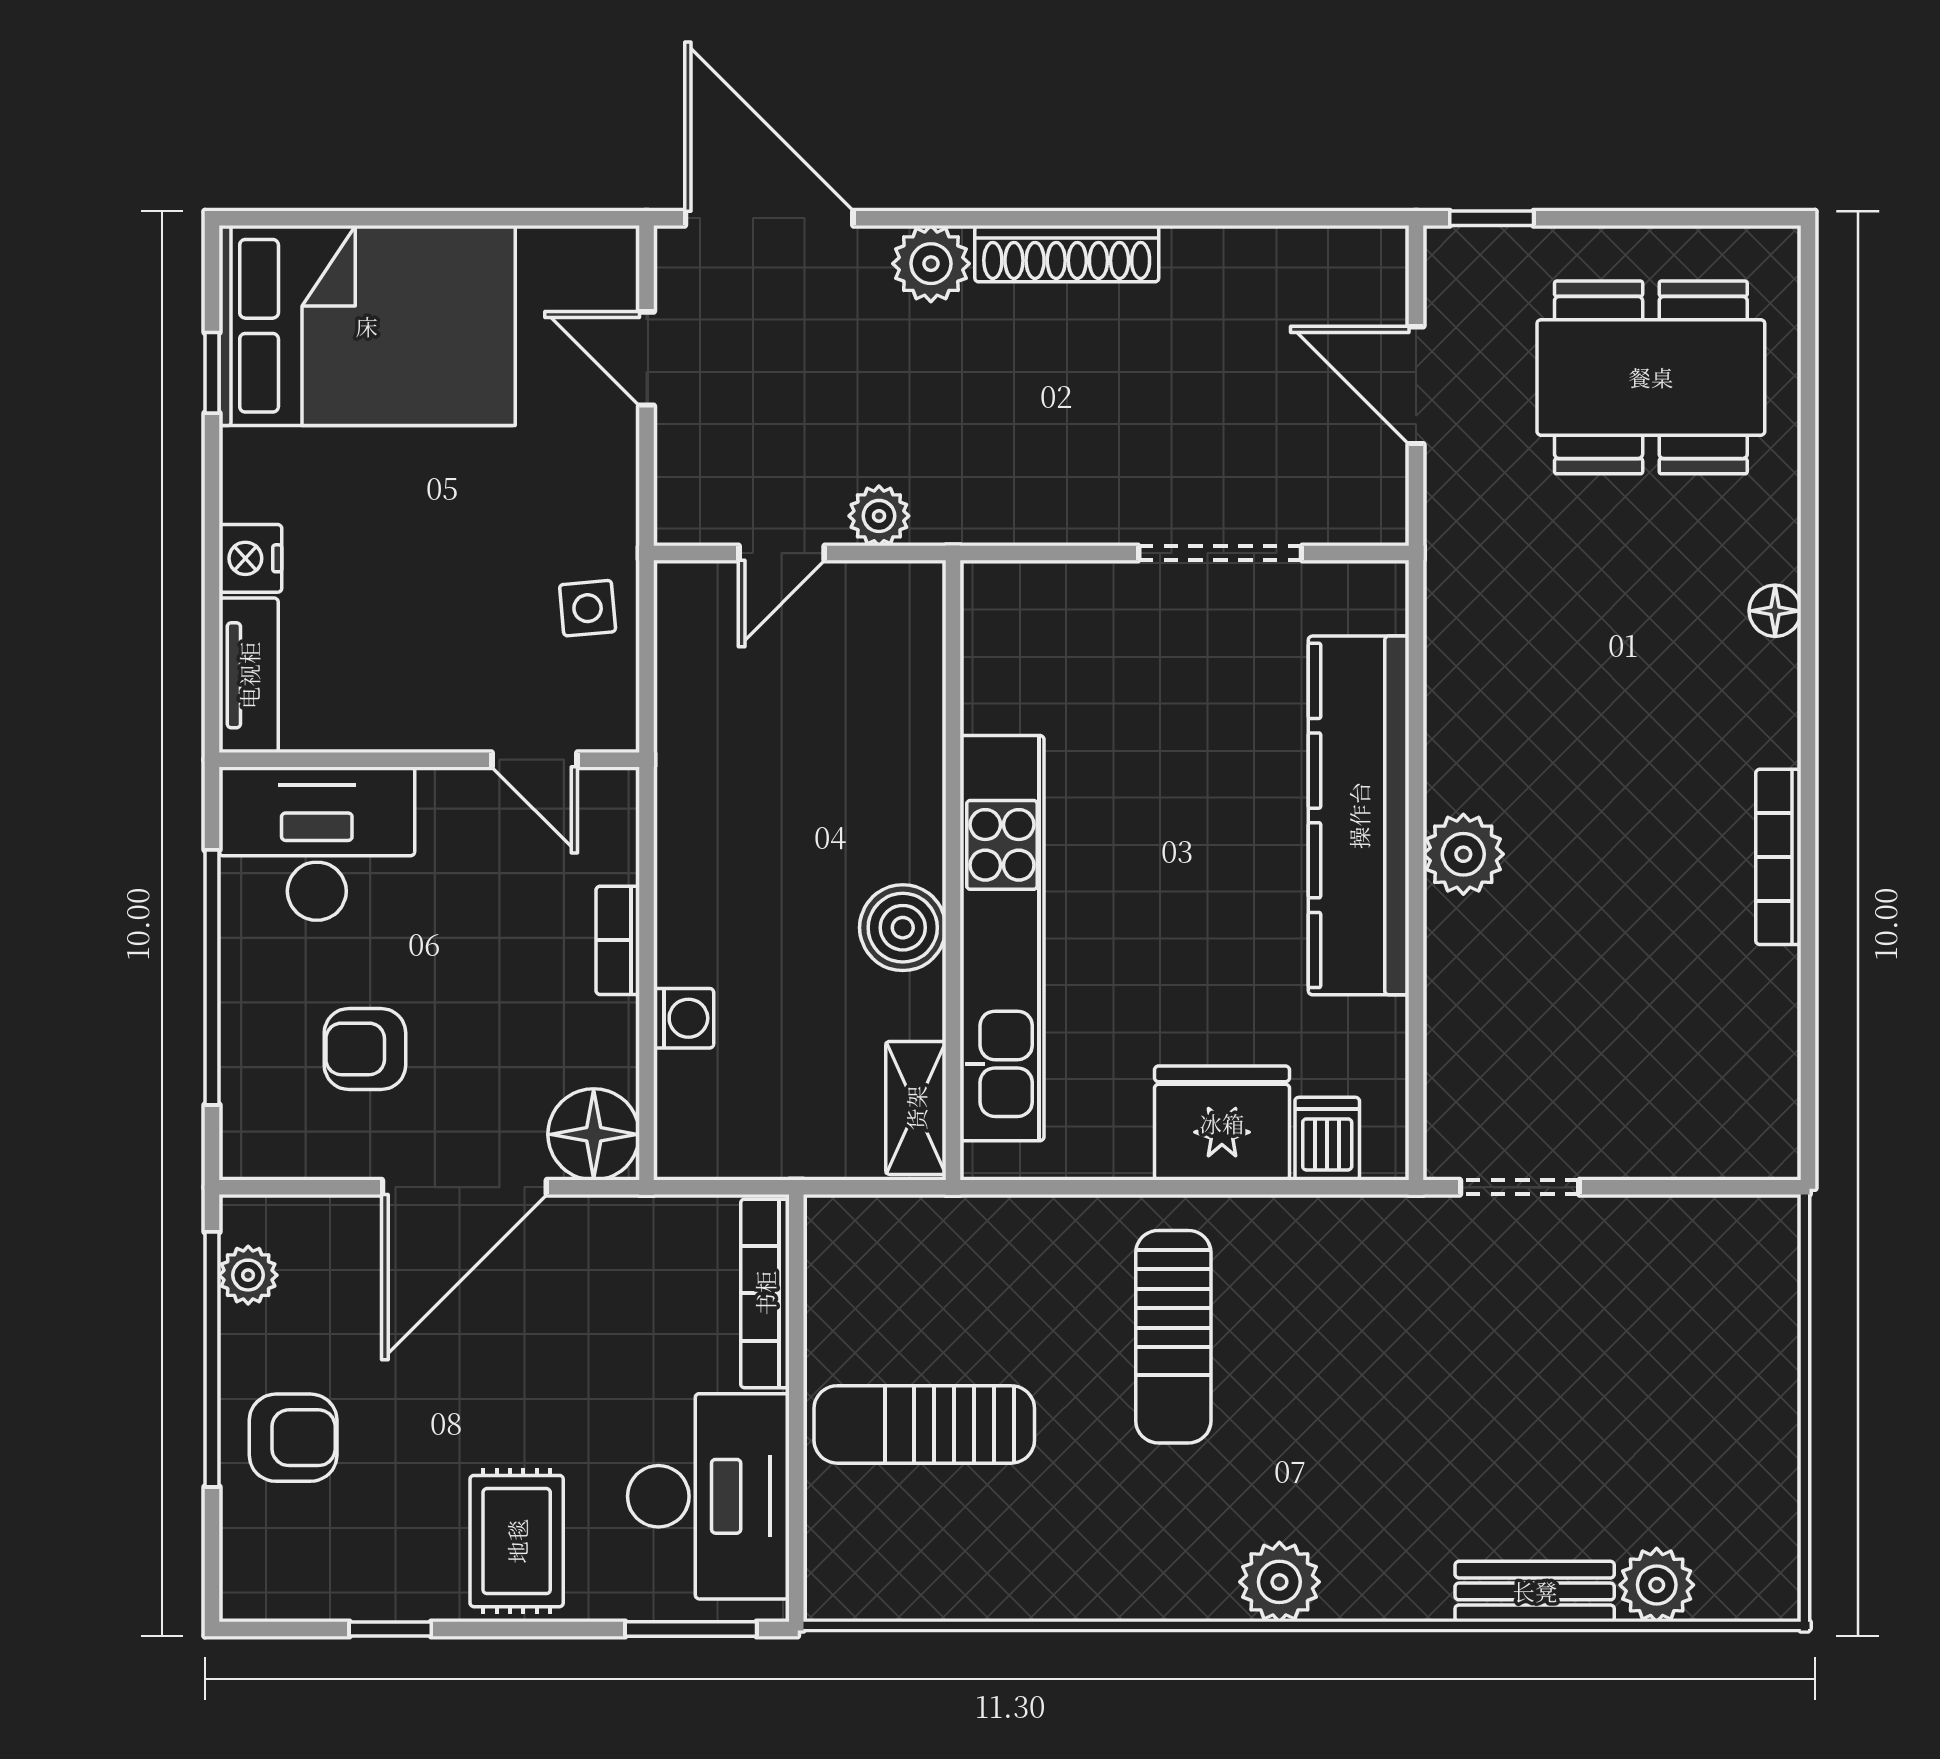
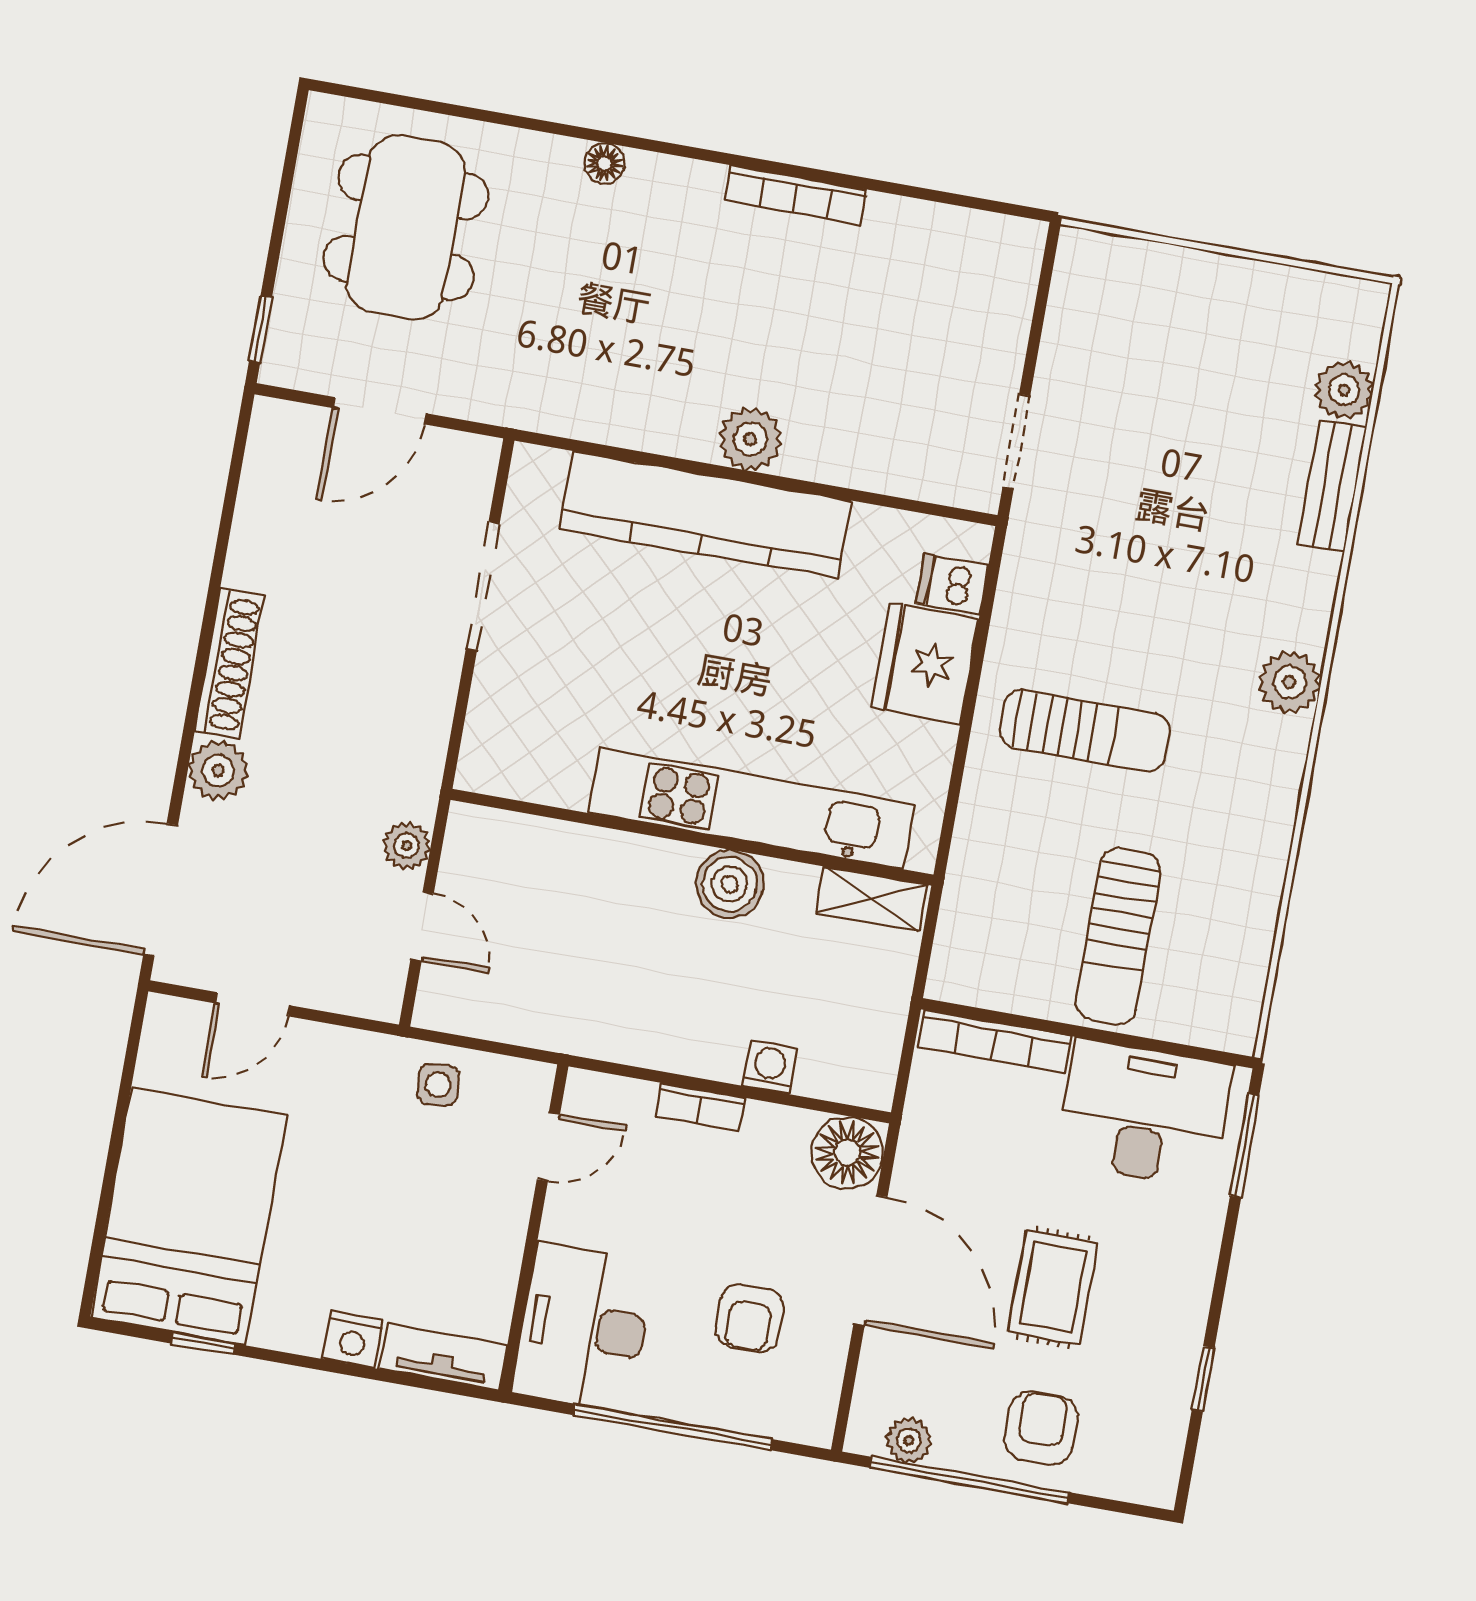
rug: (517, 1541) -> (1053, 1288), moved, turned 90

